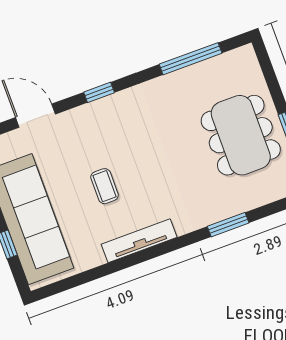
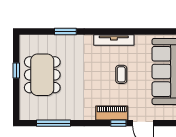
window: (99, 92) -> (118, 123), moved
piano: (96, 113) -> (112, 113), added

